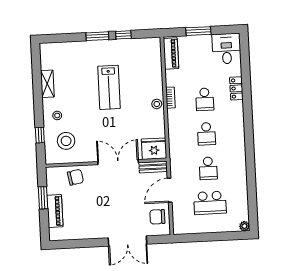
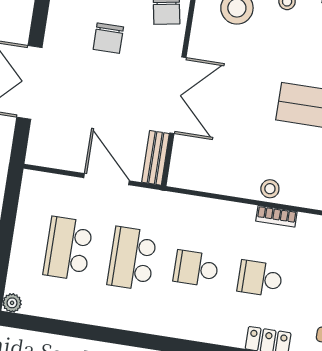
fridge: (154, 149) -> (189, 166), removed
school desk: (208, 168) -> (132, 258), width x1.85
chair: (157, 217) -> (108, 38), moved, turned 180

